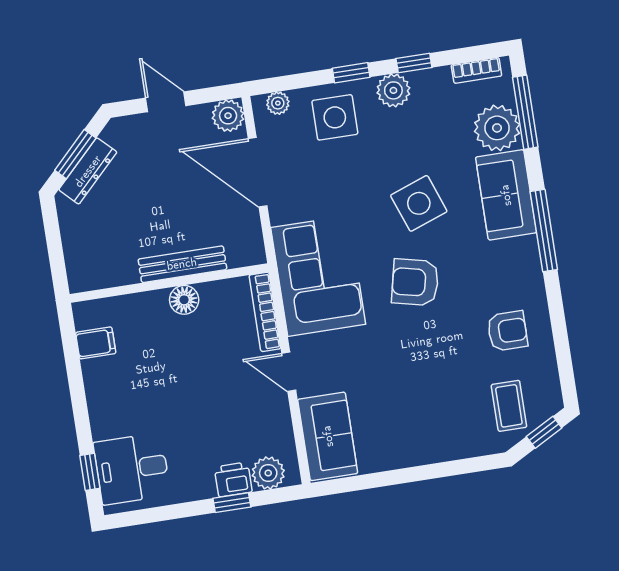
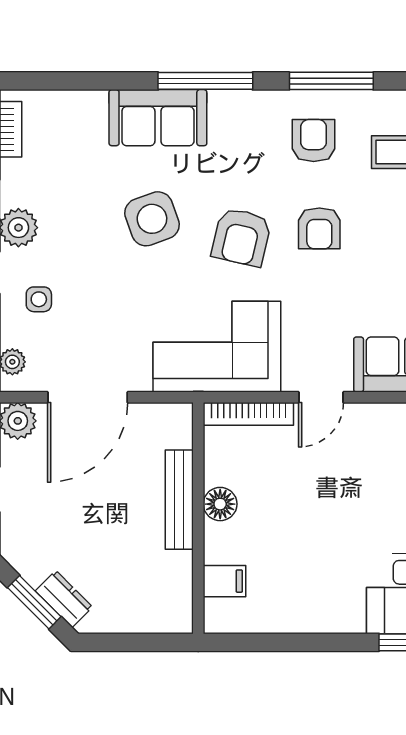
window: (525, 112) -> (331, 81), moved
side table: (335, 117) -> (39, 299), width x0.54, depth x0.54
plant: (497, 128) -> (80, 116), removed
dresser: (88, 171) -> (64, 599), width x0.70
filing cabinet: (96, 343) -> (224, 581), moved, turned 90
armchair: (433, 348) -> (319, 228), added

